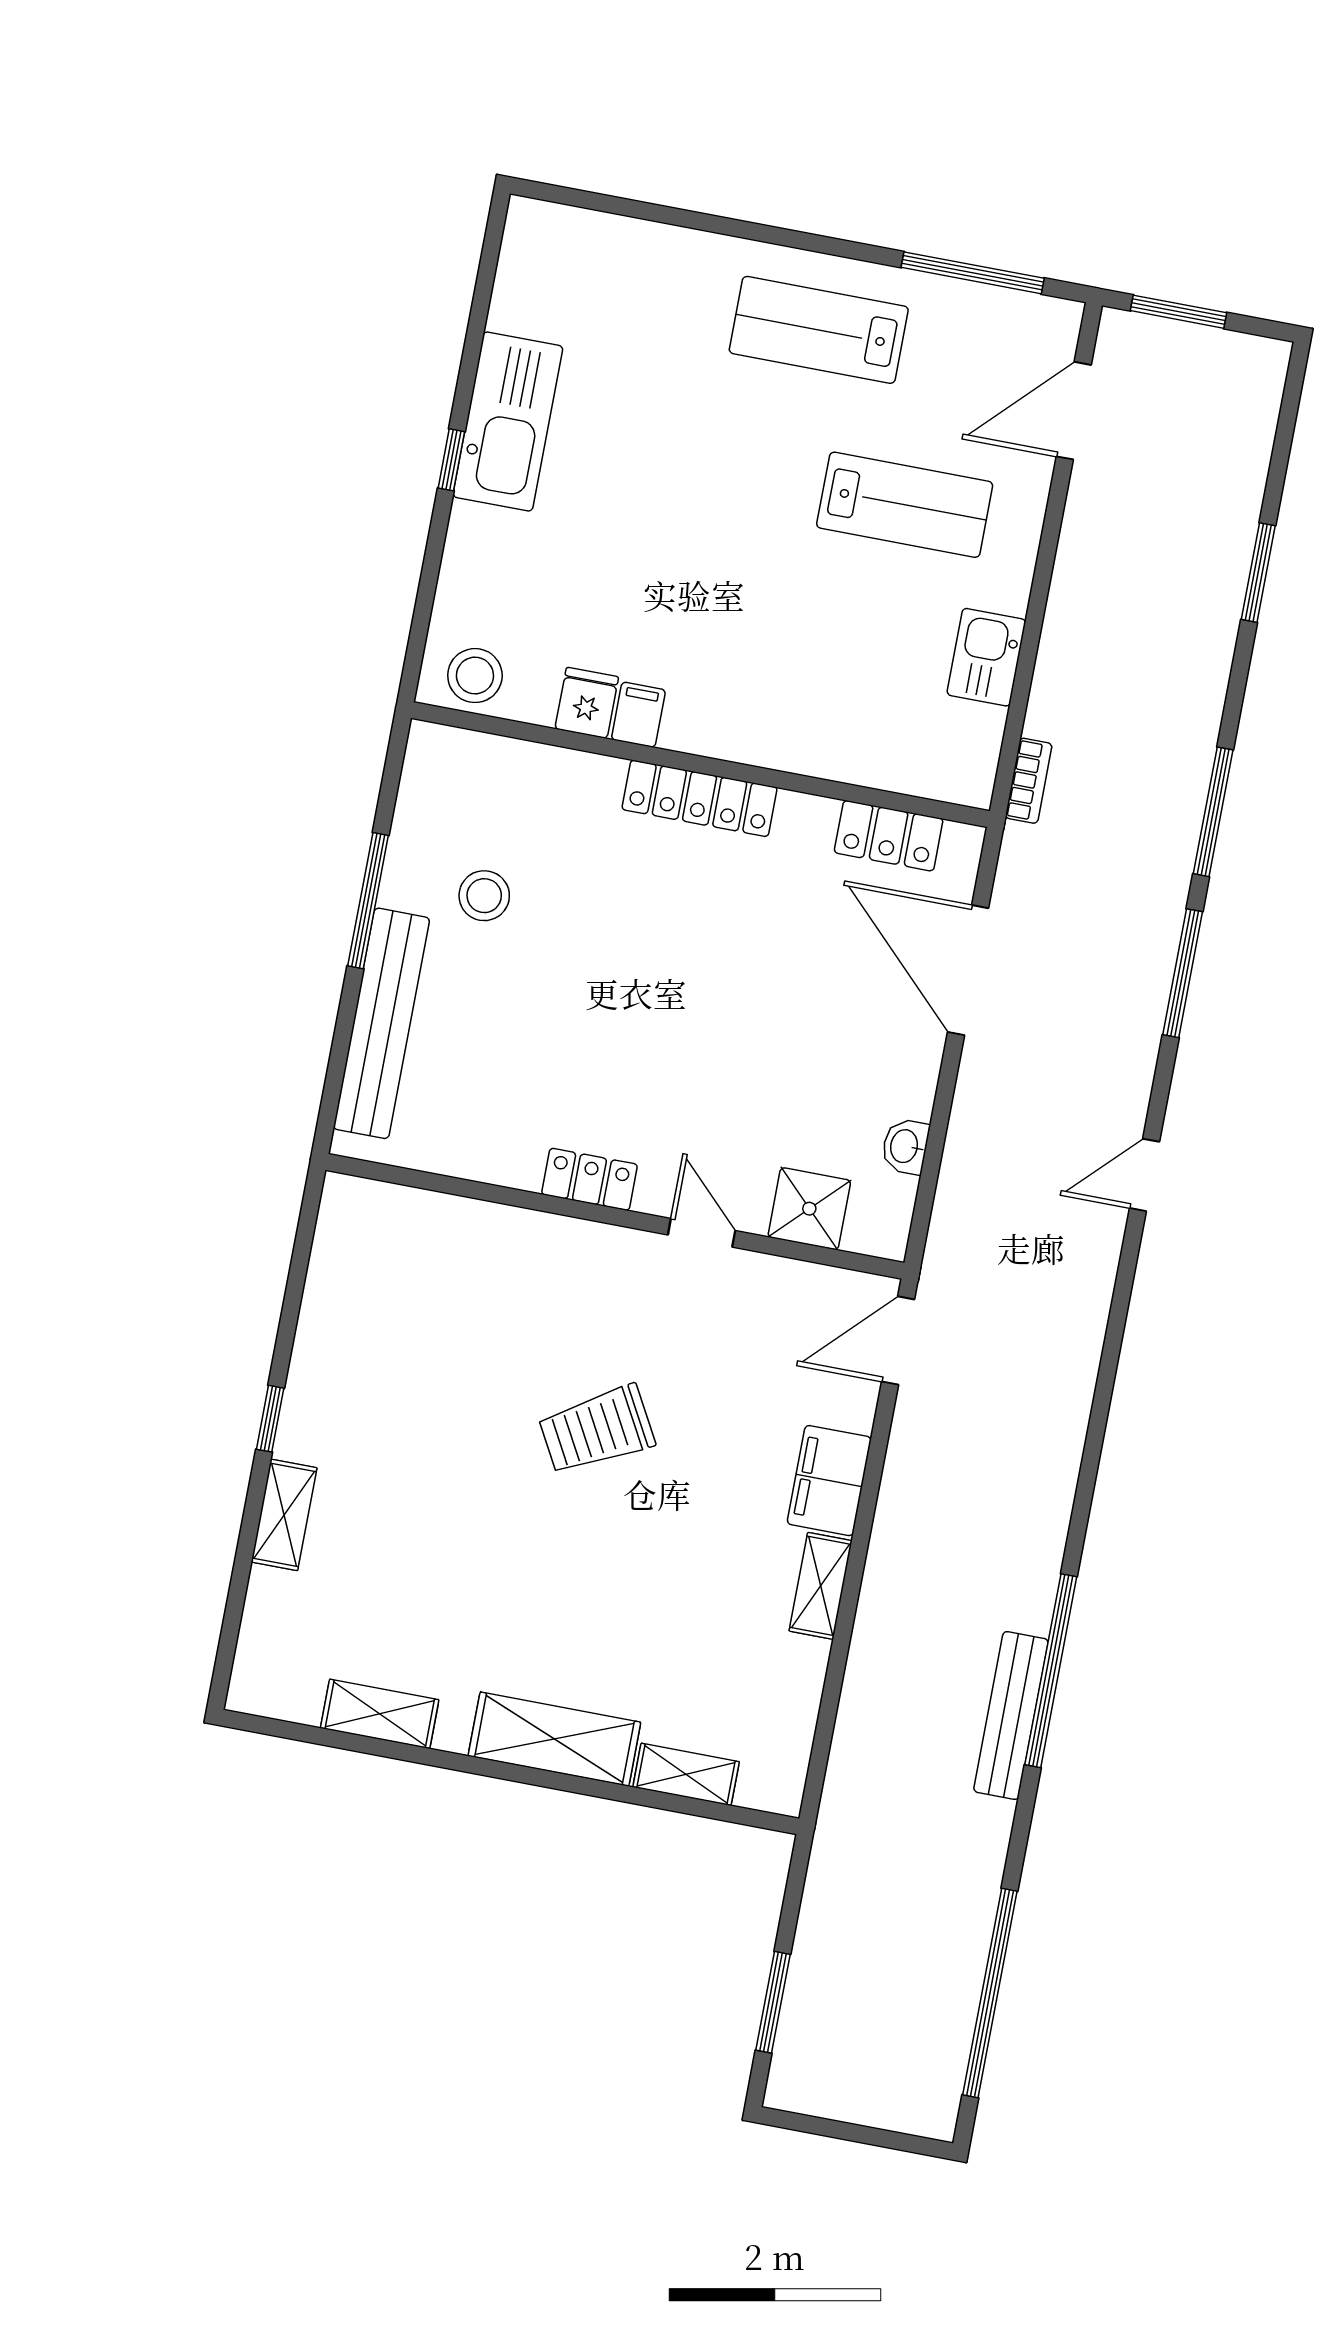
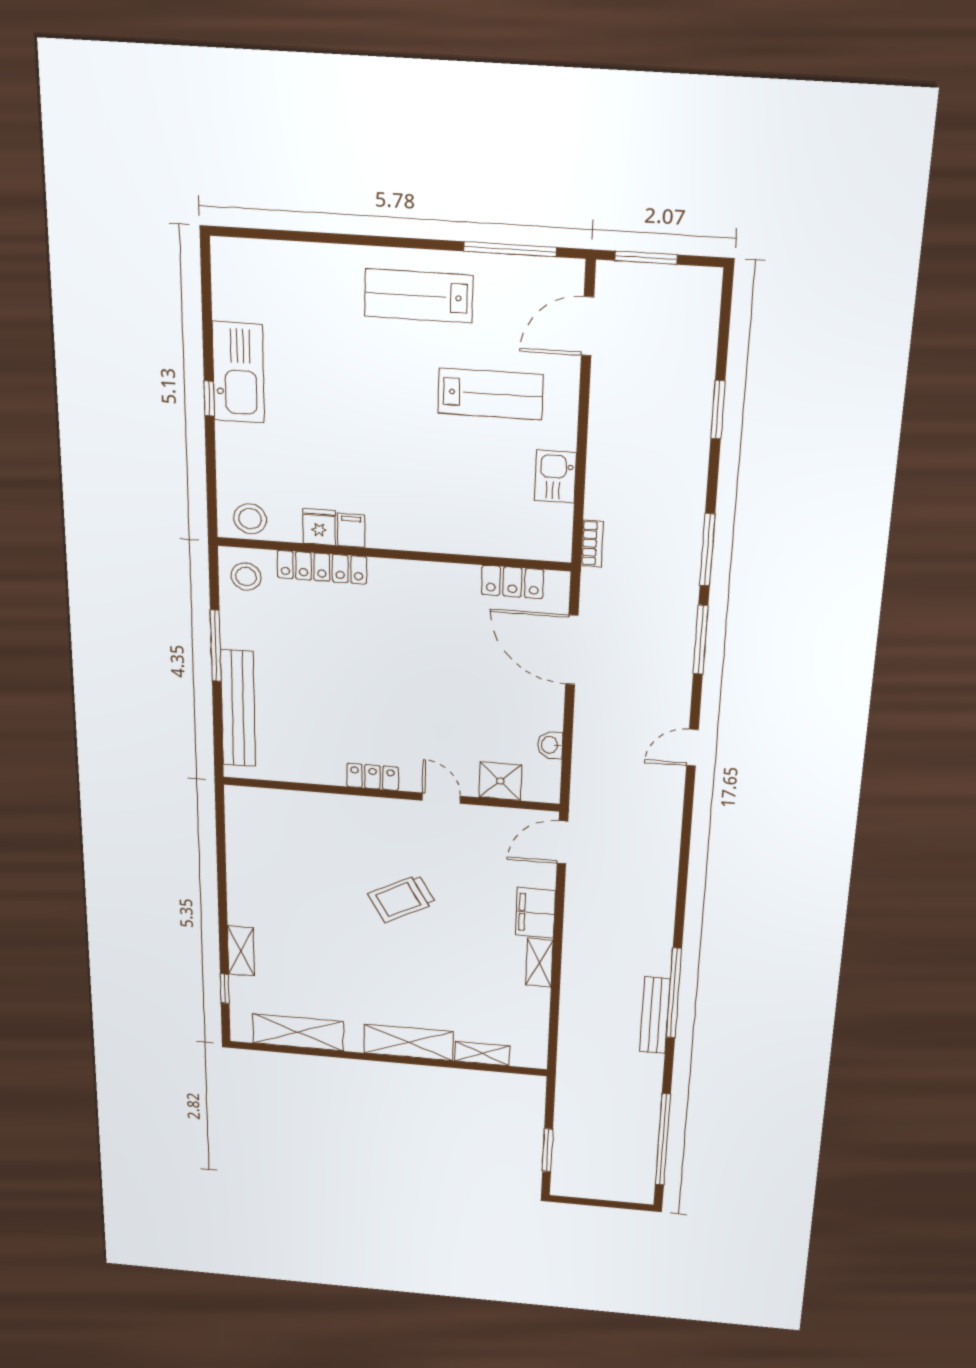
locker: (700, 798) -> (322, 567), moved
stool: (484, 896) -> (246, 576), moved
window: (270, 1419) -> (225, 989), moved
shelving: (380, 1714) -> (298, 1032), width x1.50, depth x1.33

